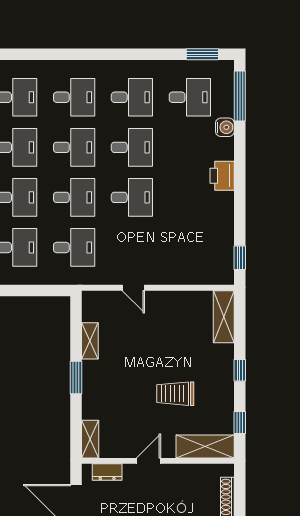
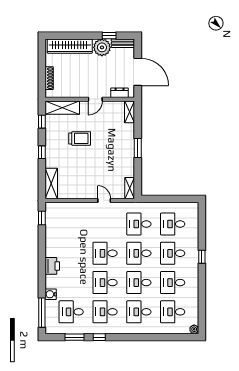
window: (142, 54) -> (99, 337), added
window: (202, 54) -> (75, 337), moved
shelving: (90, 341) -> (130, 188), moved

